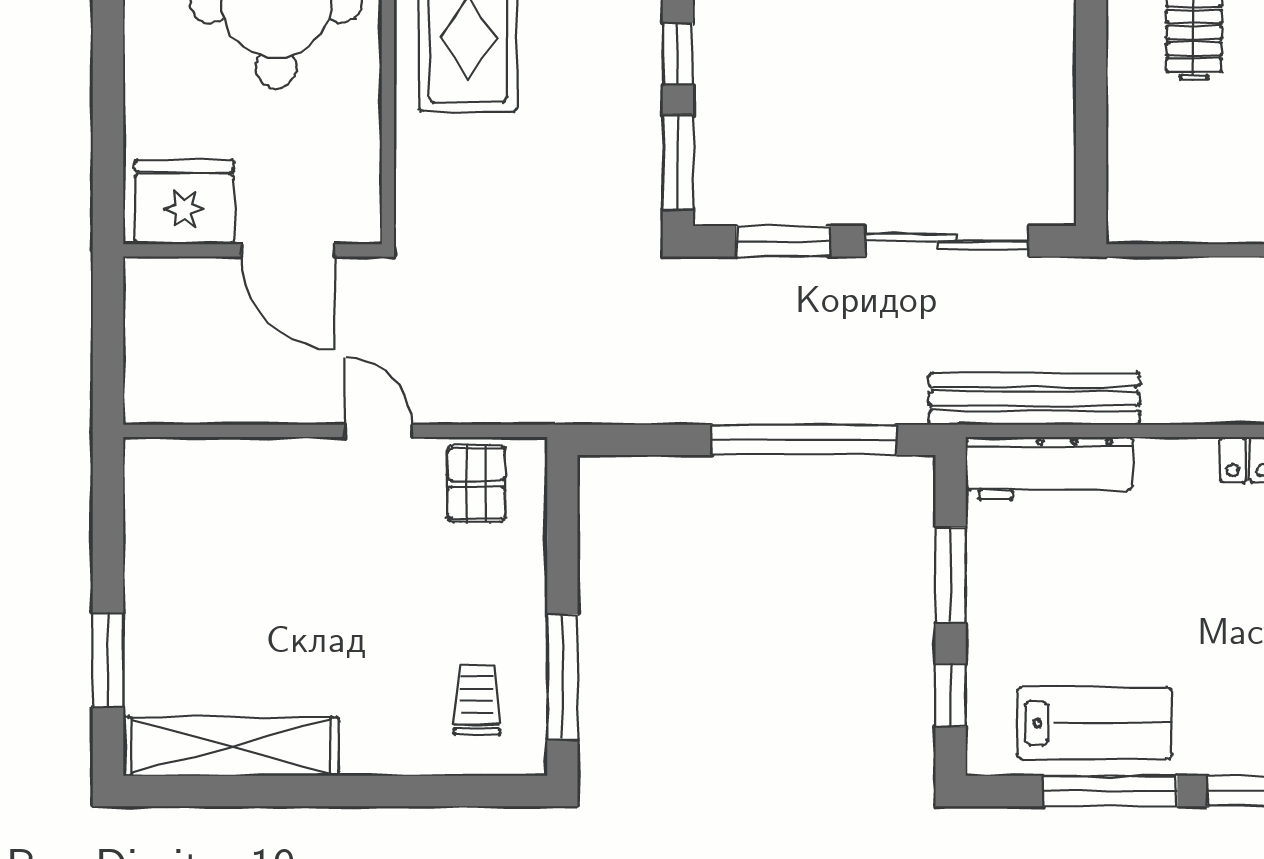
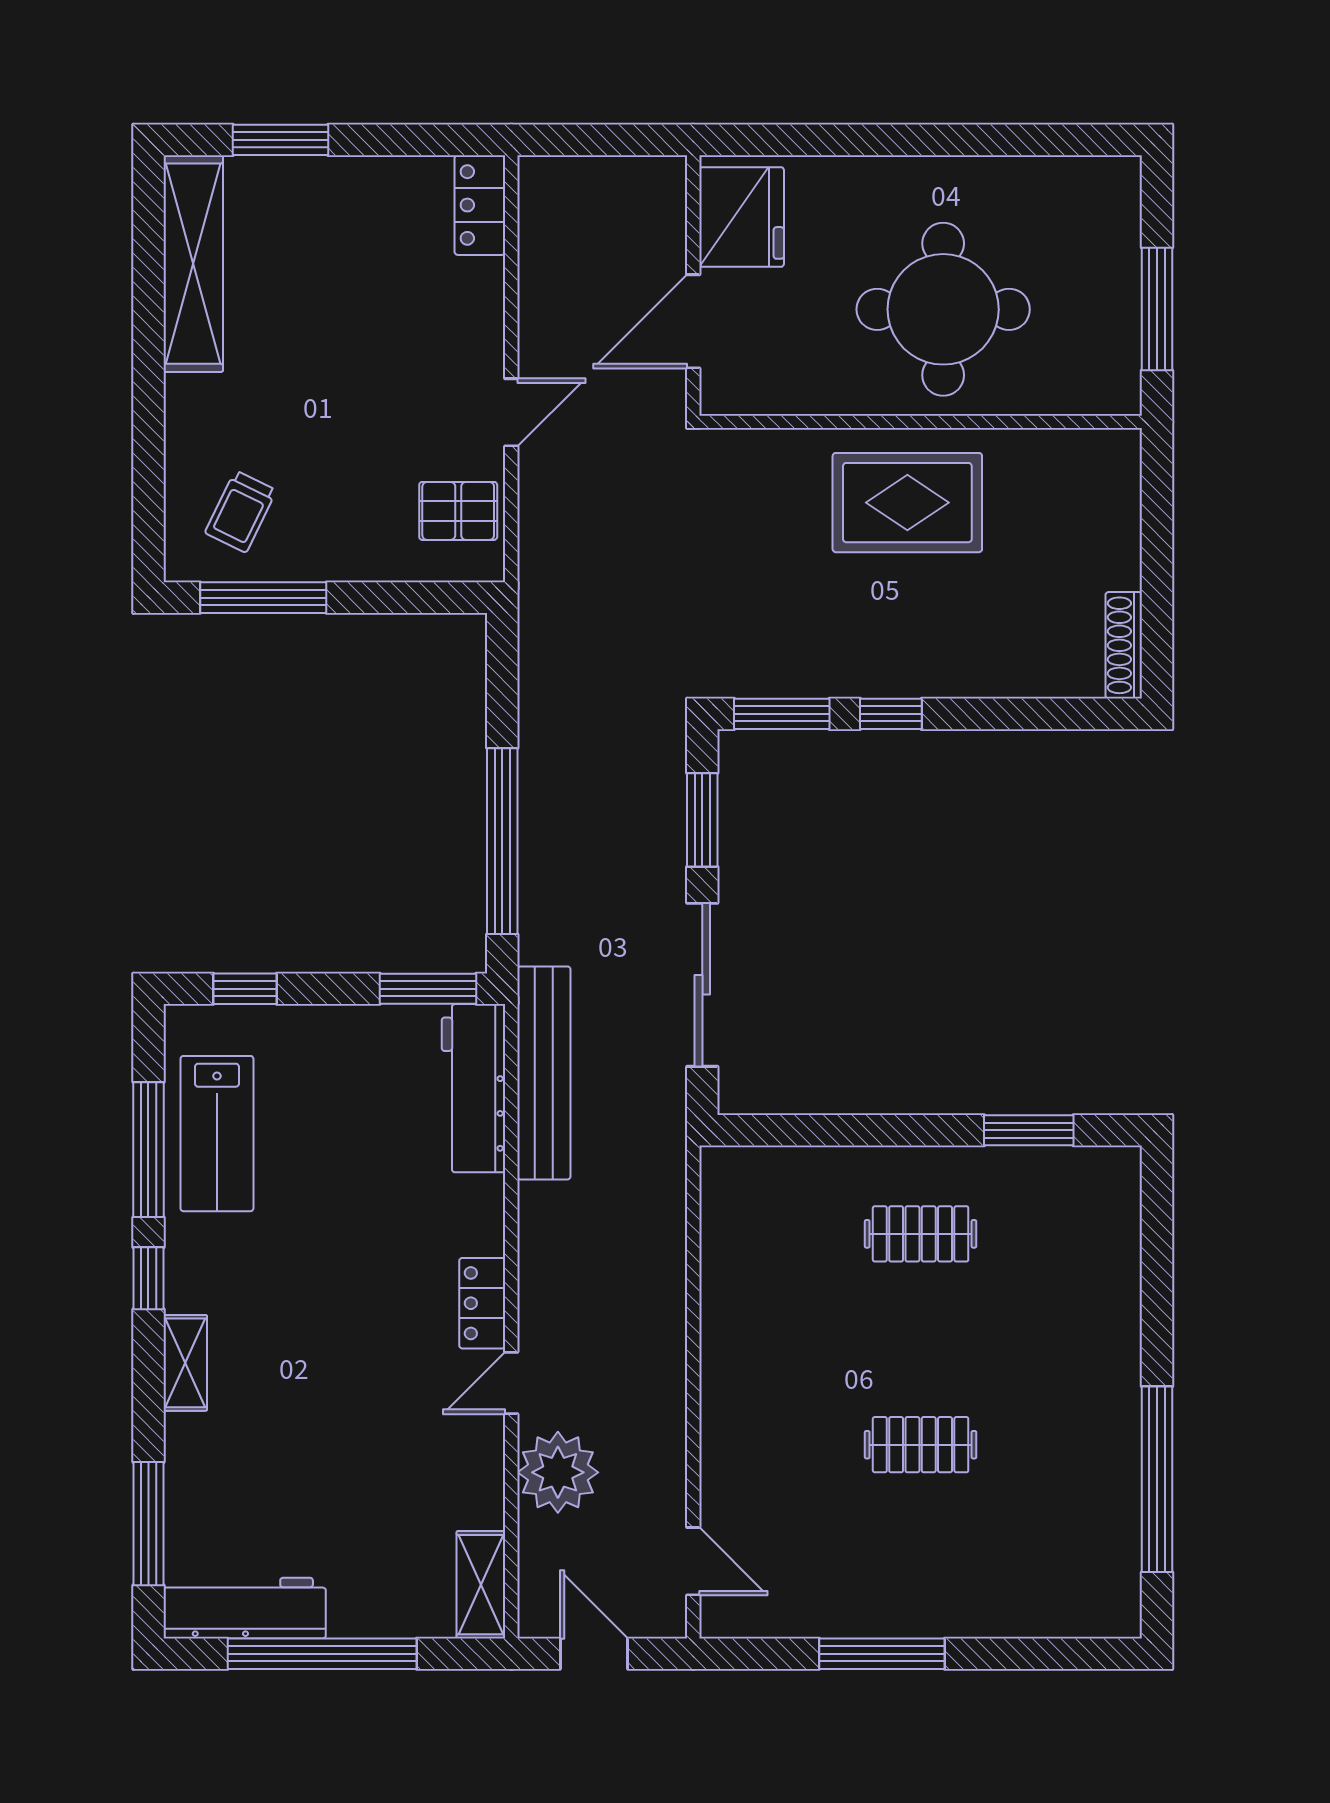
locker: (173, 462) -> (480, 205), added
window: (951, 575) -> (428, 989), moved
trolley: (477, 700) -> (241, 512), turned 116

